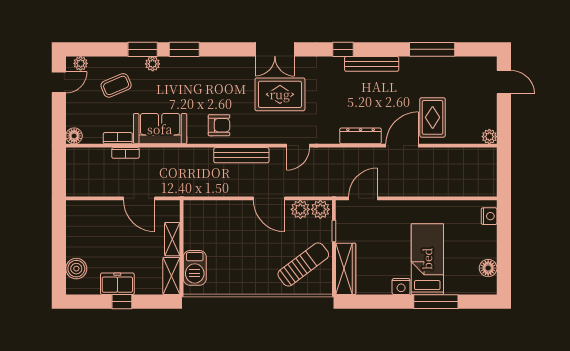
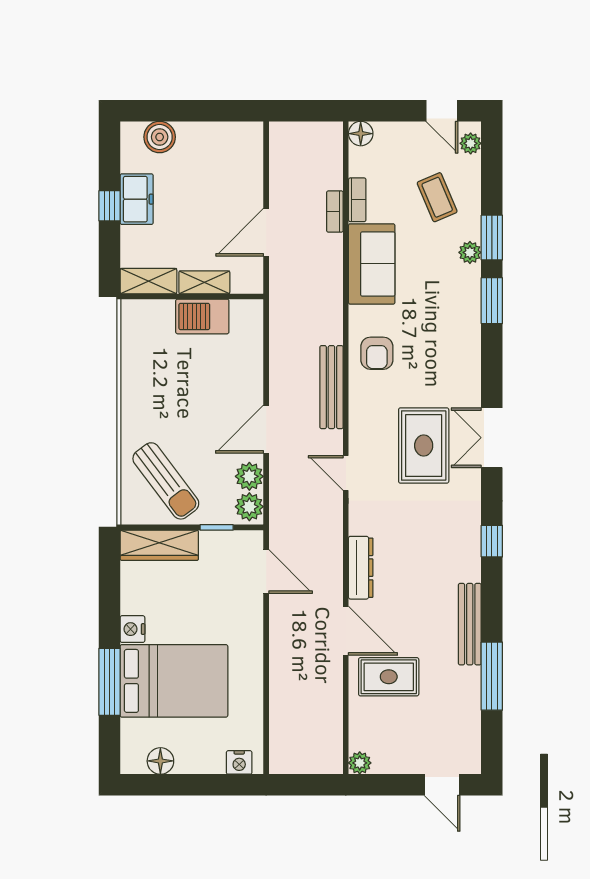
bench: (372, 64) -> (470, 624), moved
door: (504, 82) -> (442, 785), hinge flipped
bed: (427, 259) -> (174, 681), width x1.50
barbecue: (195, 268) -> (202, 316), moved

